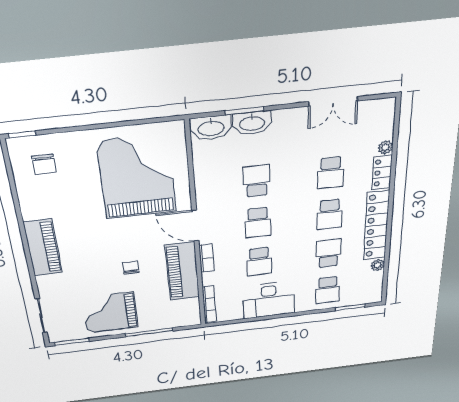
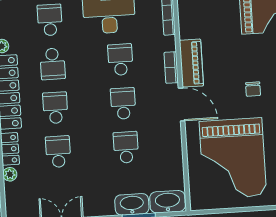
school desk: (257, 181) -> (126, 147), turned 180
chair: (131, 268) -> (253, 89), moved
piano: (182, 271) -> (191, 63), width x0.73, depth x0.75

